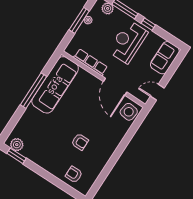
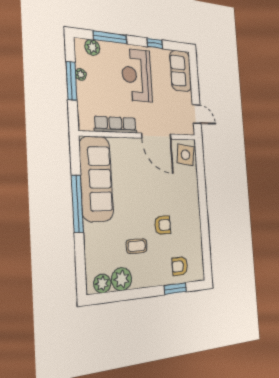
window: (148, 24) -> (155, 43), moved
door: (157, 92) -> (197, 114), swing flipped
coffee table: (53, 141) -> (137, 246), added
plant: (30, 152) -> (122, 279), added
window: (16, 156) -> (175, 289), moved

